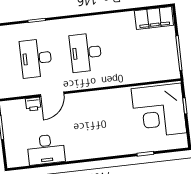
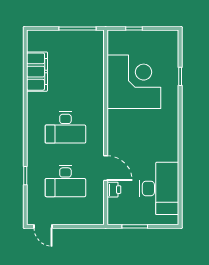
filing cabinet: (154, 18) -> (37, 72), moved
corner desk: (159, 111) -> (134, 82), moved, turned -90
desk: (46, 149) -> (159, 188), width x1.36, depth x1.30

